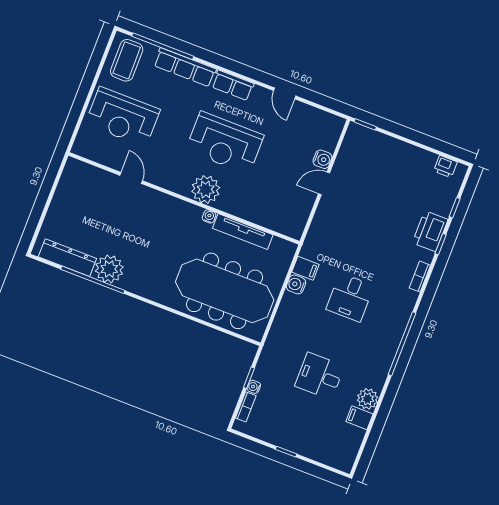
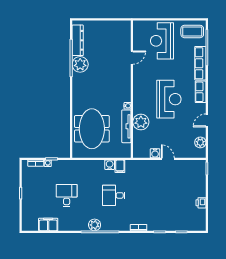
plant: (317, 118) -> (200, 142), added
reception desk: (225, 143) -> (169, 99), turned 180
water cooler: (322, 159) -> (155, 153), moved
printer: (445, 167) -> (201, 203), moved
plant: (206, 189) -> (141, 122), moved
printer: (430, 231) -> (164, 224), removed
meeting table: (225, 291) -> (92, 129), width x0.73
plant: (368, 399) -> (95, 225), moved
filing cabinet: (359, 418) -> (48, 225), width x2.00

